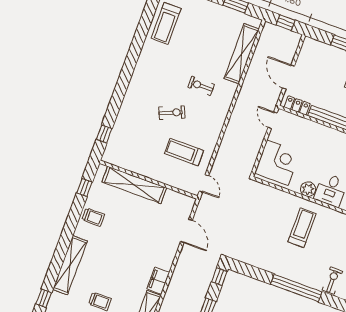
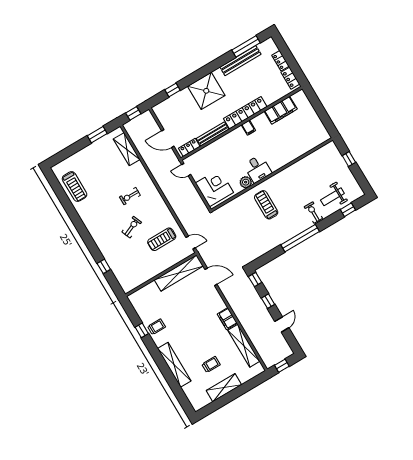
shelving: (242, 54) -> (127, 149), width x0.68
window: (104, 134) -> (104, 266), moved
shelving: (134, 185) -> (179, 273), moved
window: (84, 188) -> (142, 330), moved
window: (44, 298) -> (181, 397), removed

